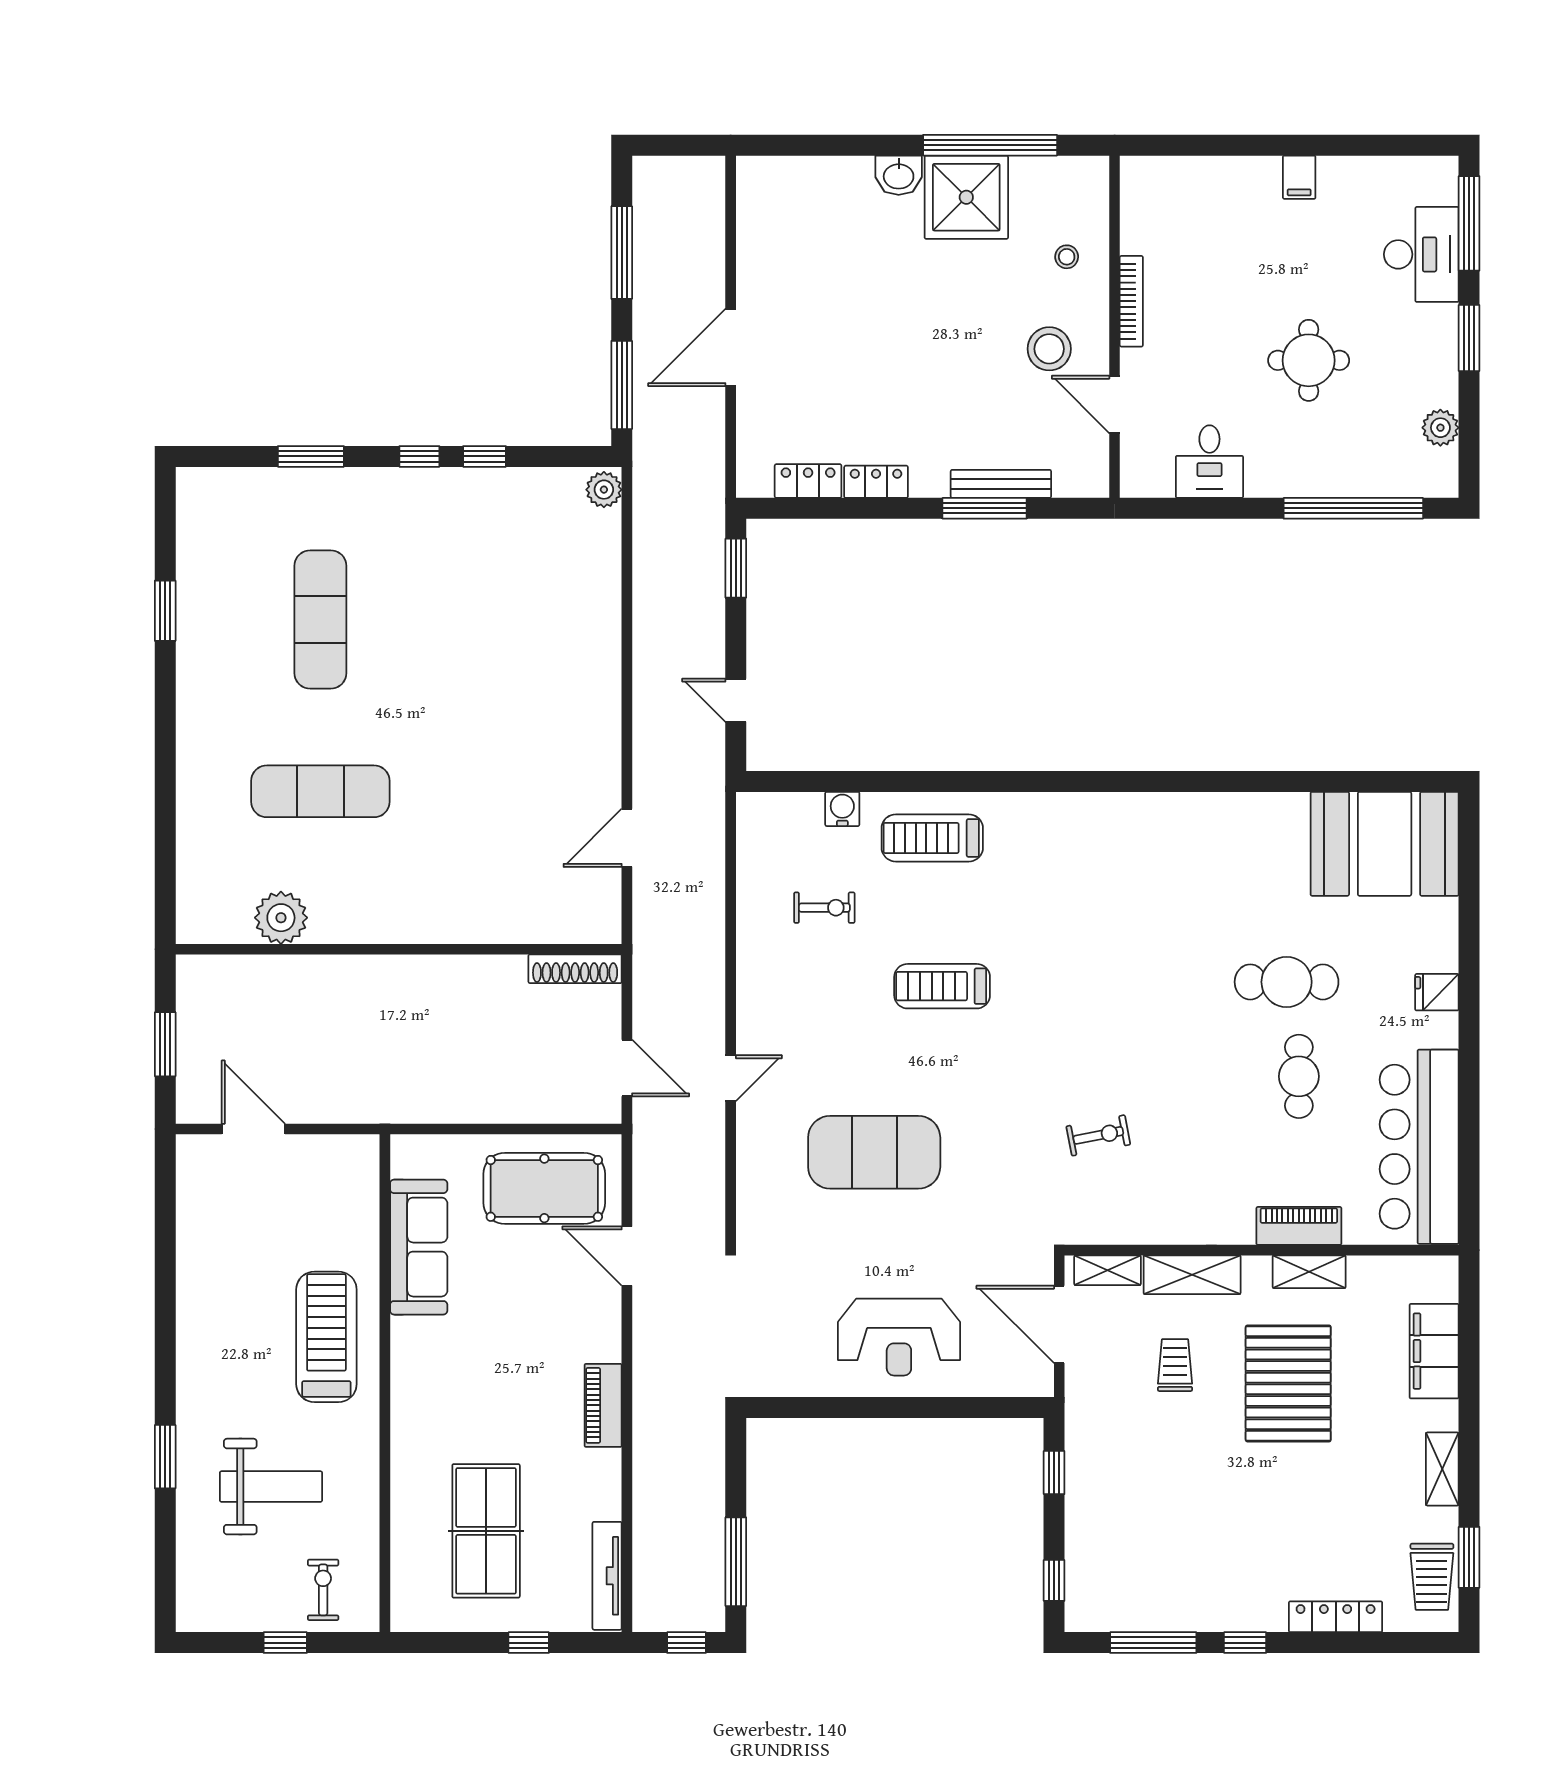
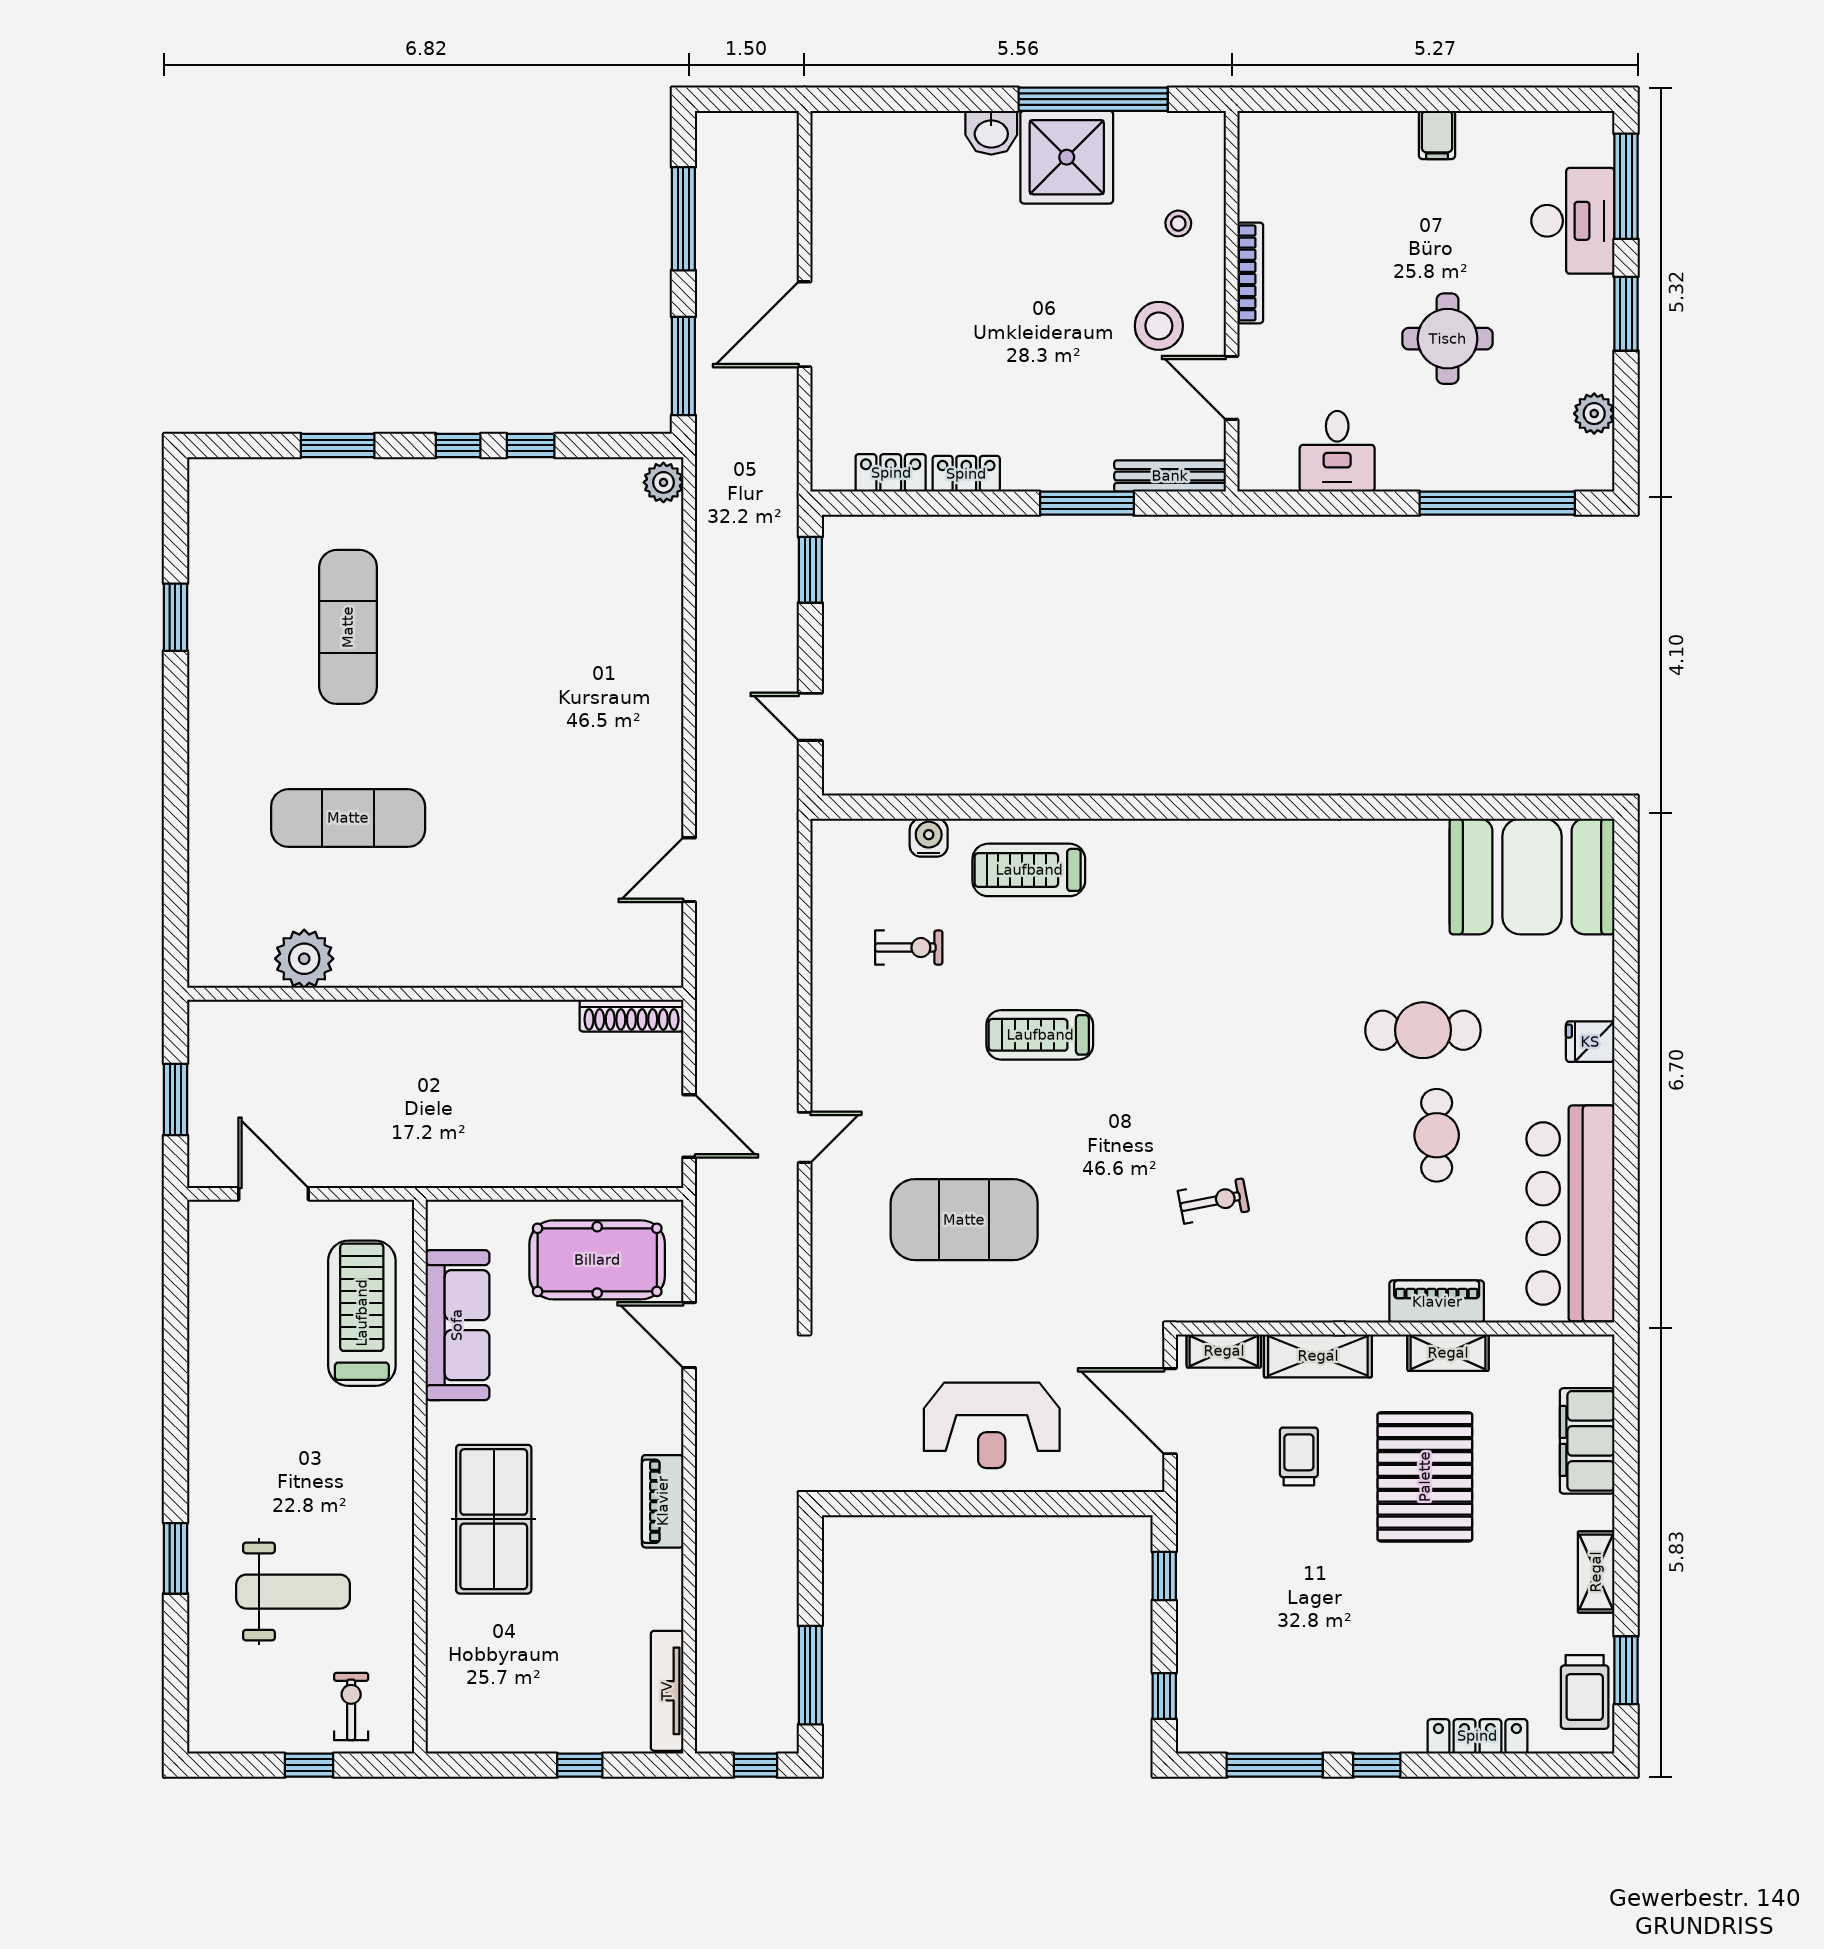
bench: (1001, 484) -> (1170, 476), moved
treadmill: (326, 1337) -> (362, 1313), moved
table tennis table: (486, 1531) -> (494, 1519), moved

